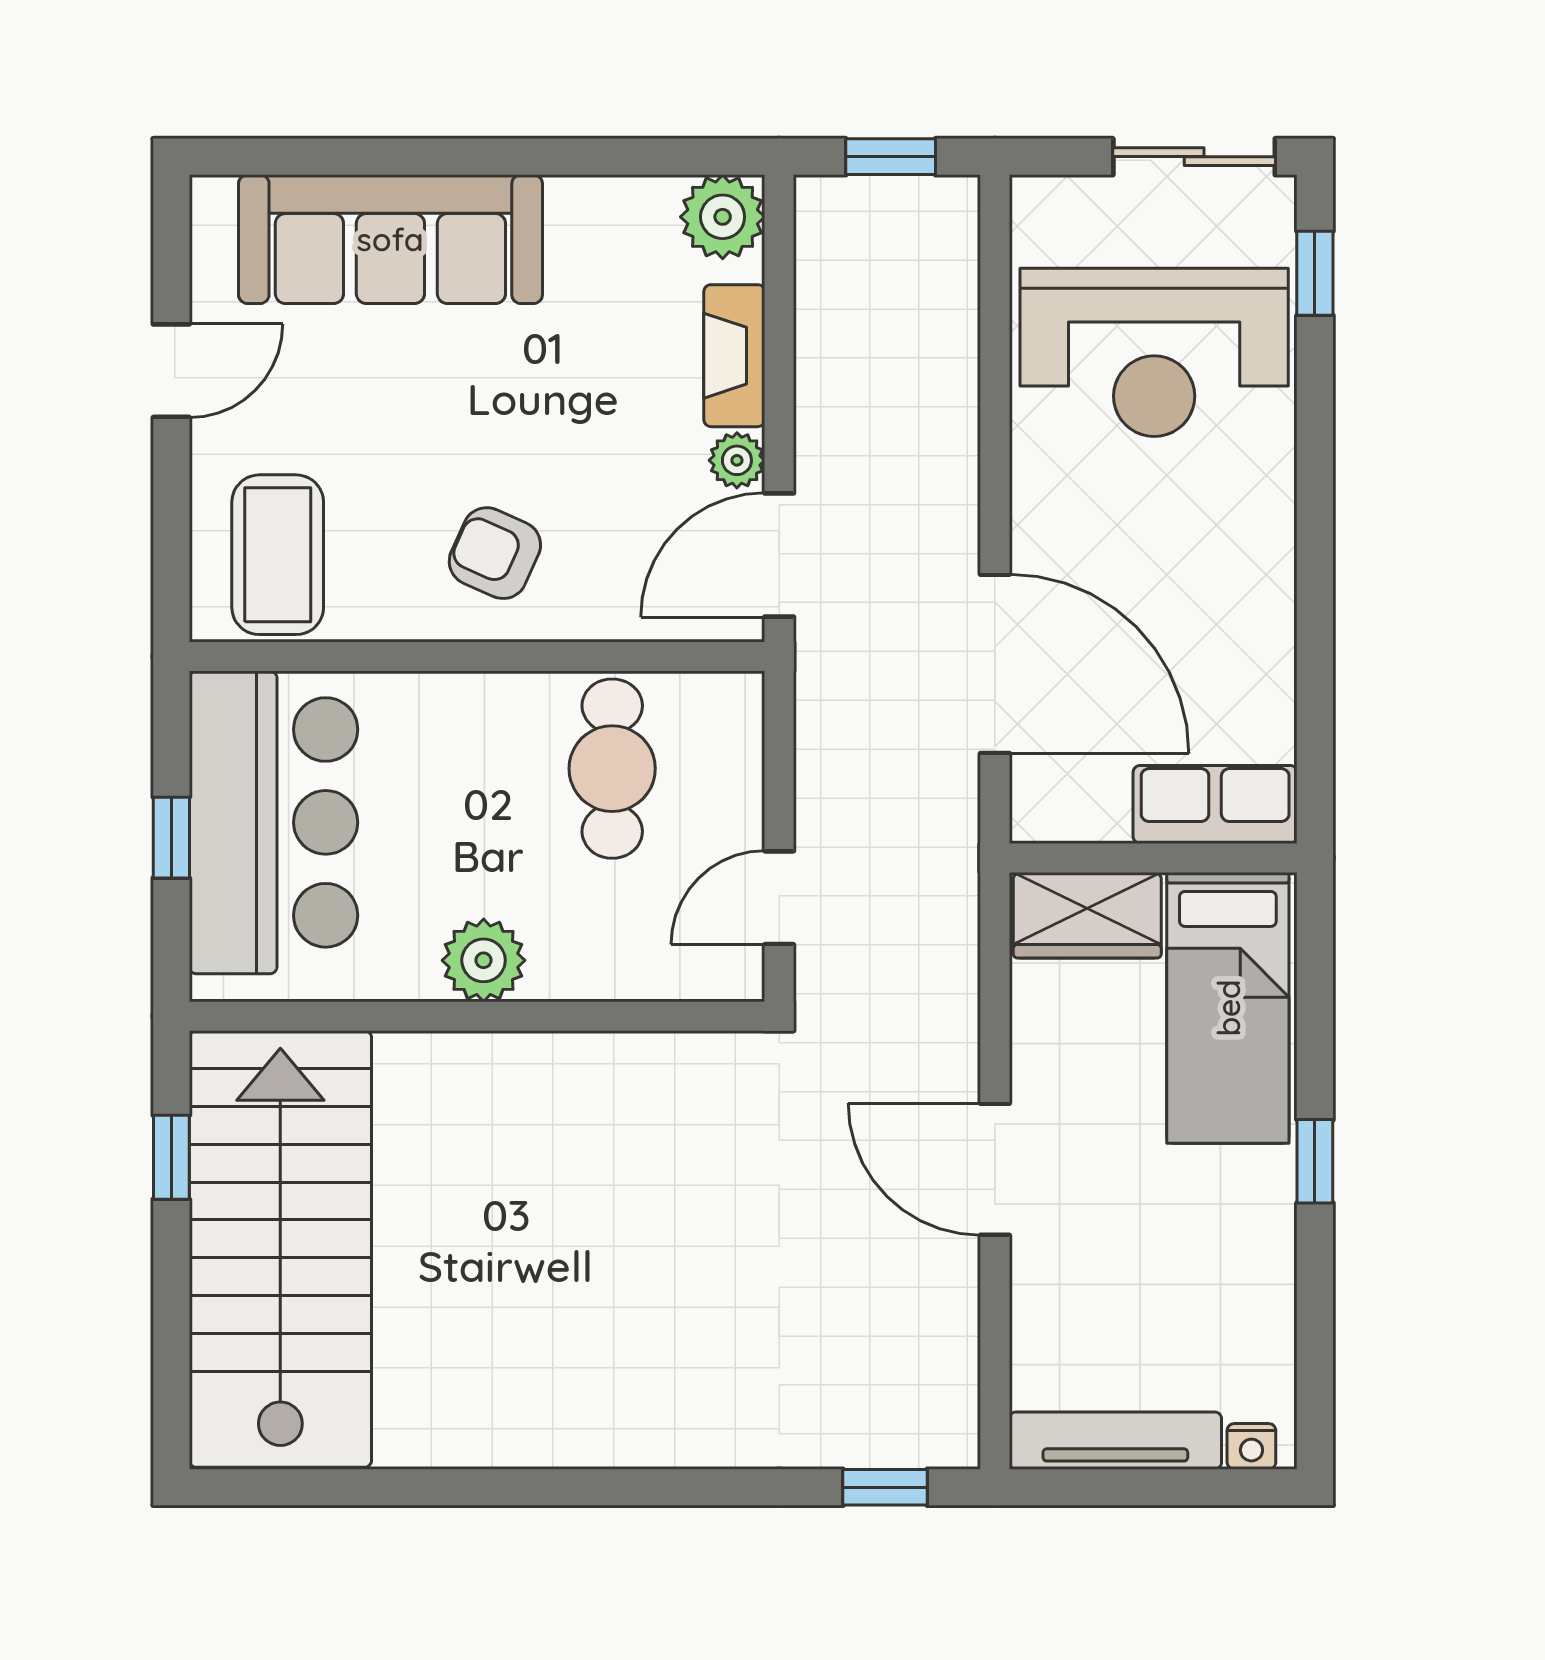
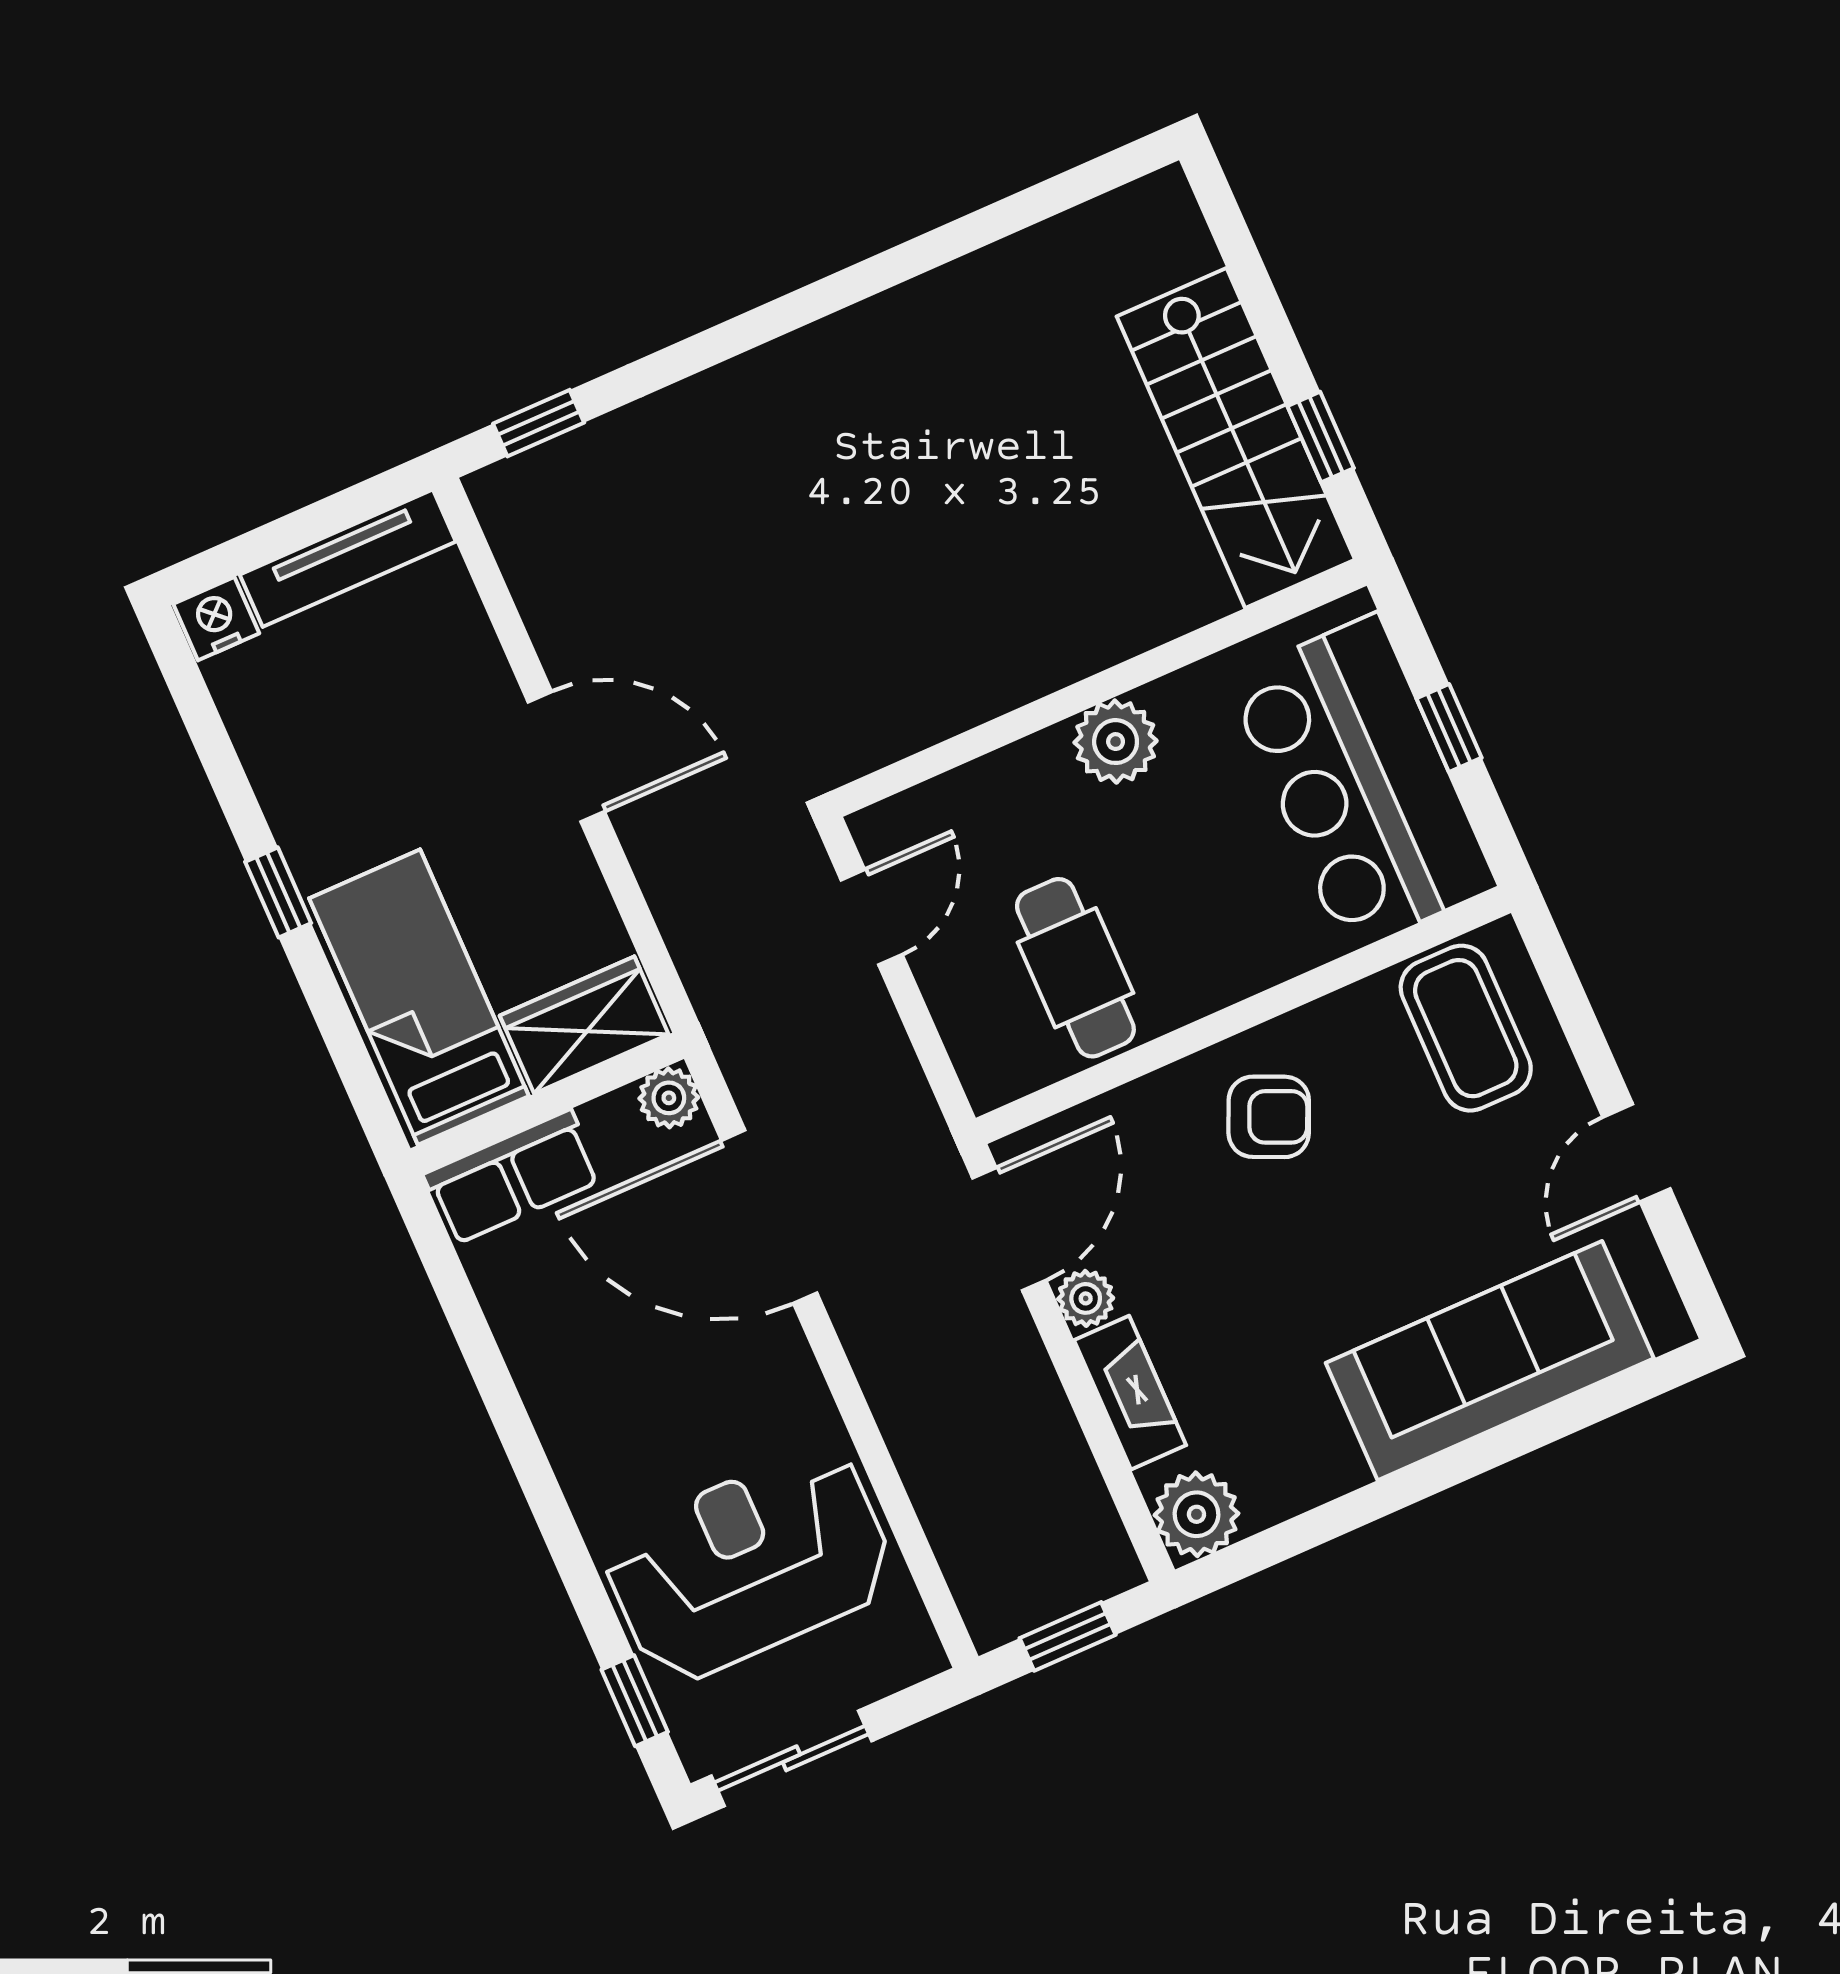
plant: (1039, 814) -> (669, 1098), added
stairs: (280, 1249) -> (1236, 438), width x0.73, depth x0.66
nightstand: (1251, 1446) -> (216, 619), width x1.39, depth x1.35

